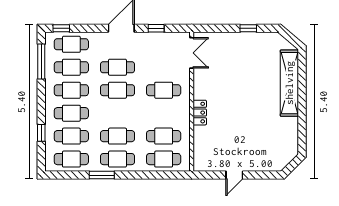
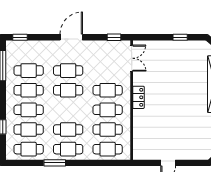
window: (156, 28) -> (114, 37), moved
cafe table: (71, 44) -> (108, 110), moved
locker: (200, 113) -> (138, 97), moved

